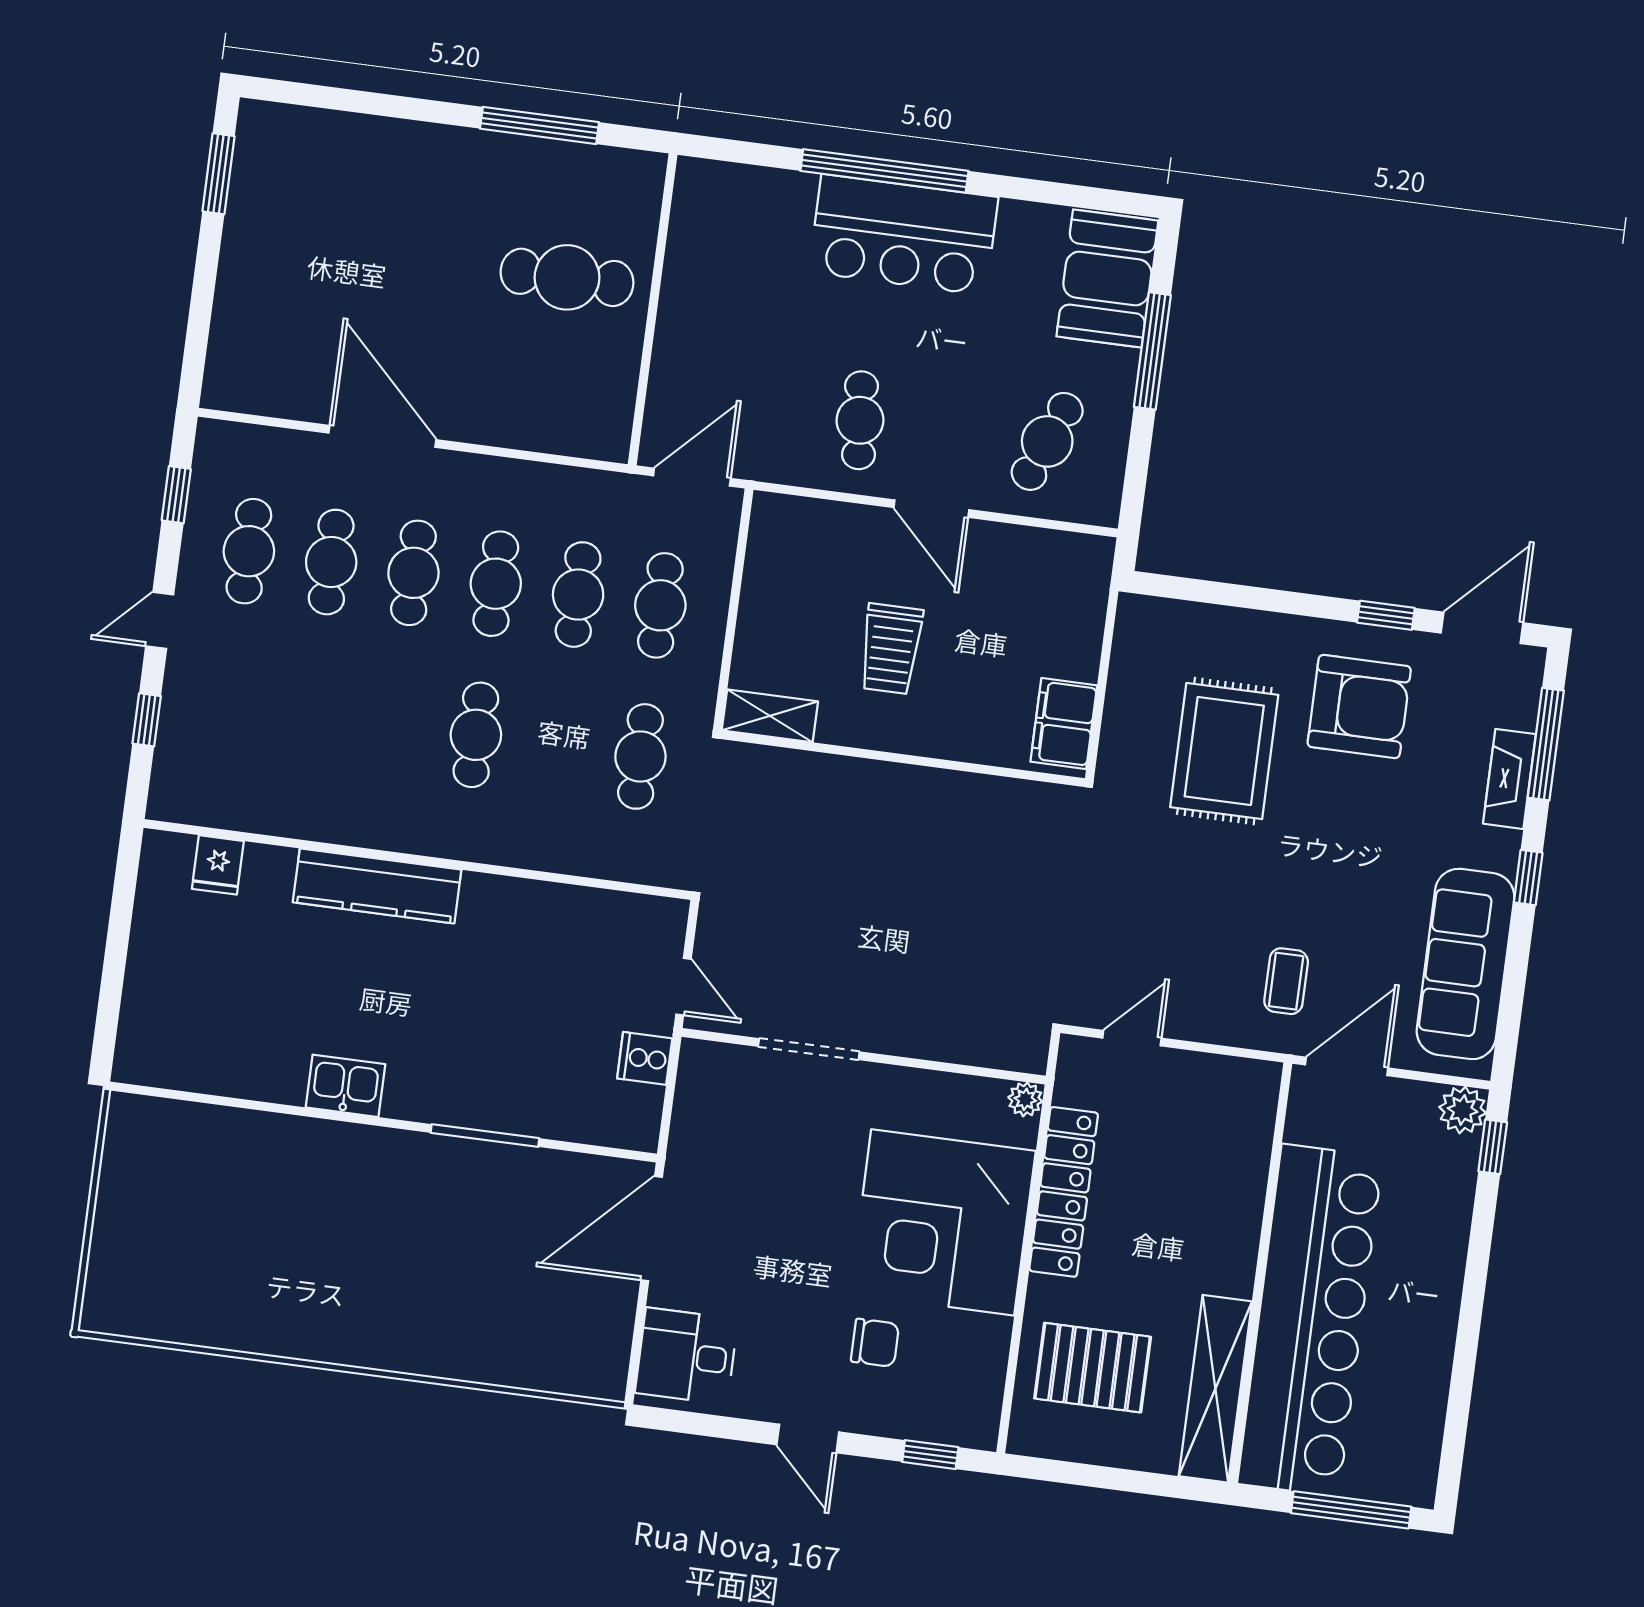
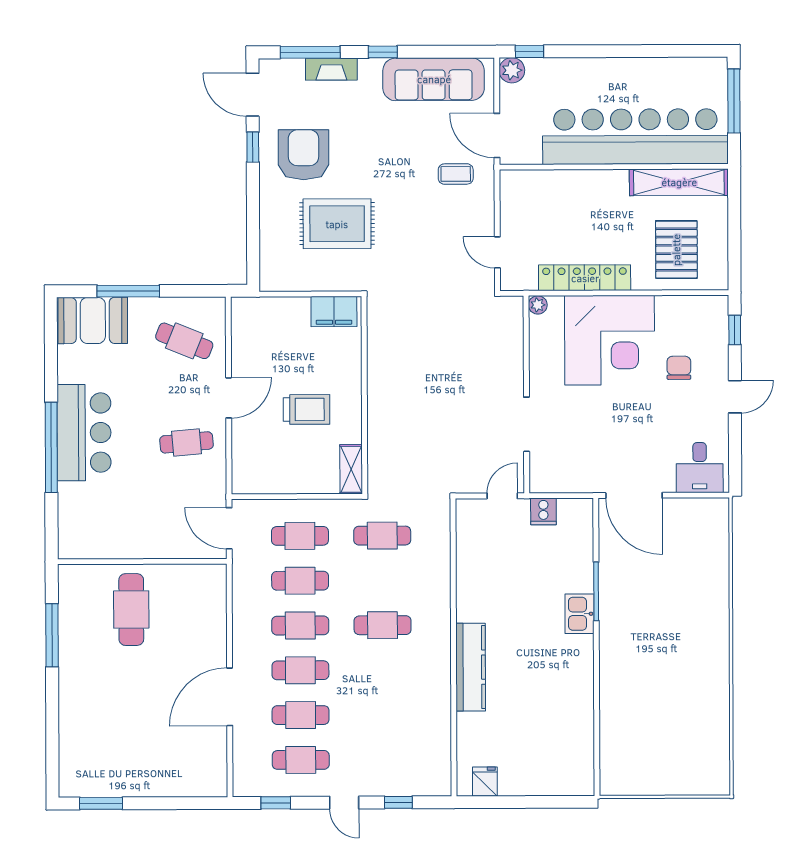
fridge: (218, 865) -> (485, 782), moved, turned -90
kitchen sink: (345, 1086) -> (580, 614), moved

